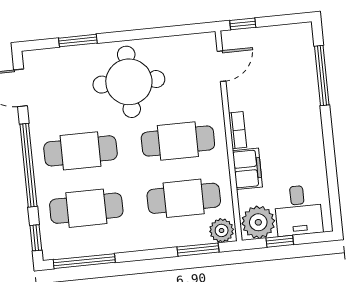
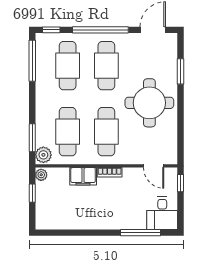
desk: (298, 210) -> (162, 213), moved, turned -90
plant: (258, 222) -> (41, 175), width x0.53, depth x0.53

